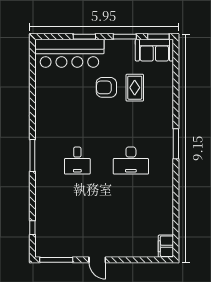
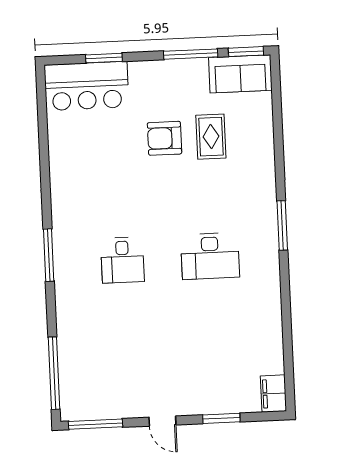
window: (84, 37) -> (104, 58), moved
window: (125, 37) -> (191, 54), width x1.44
bar counter: (69, 53) -> (86, 86), width x0.73
window: (32, 228) -> (54, 373), width x3.17
window: (133, 260) -> (221, 418), added

